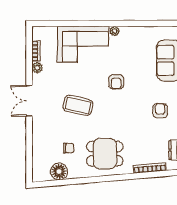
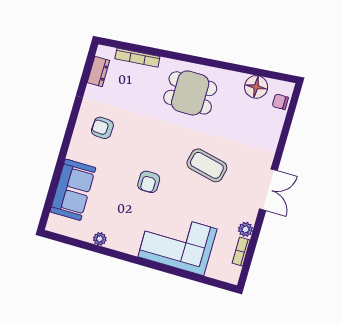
plant: (114, 31) -> (100, 239), moved
armchair: (116, 82) -> (149, 182), turned 180
armchair: (160, 111) -> (102, 128), turned 93
chair: (69, 148) -> (280, 102), moved

